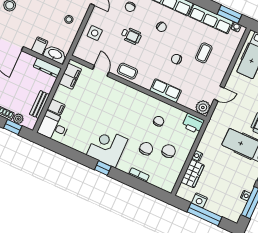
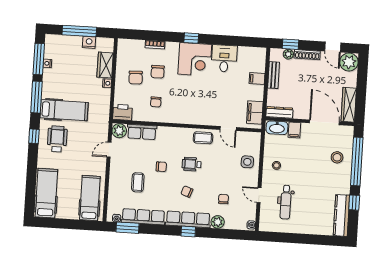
wheelchair: (131, 36) -> (192, 164), moved
row of seats: (166, 91) -> (142, 132), moved
desk: (54, 127) -> (224, 58), moved, turned -90

